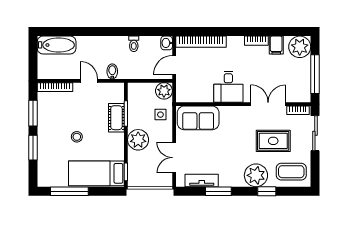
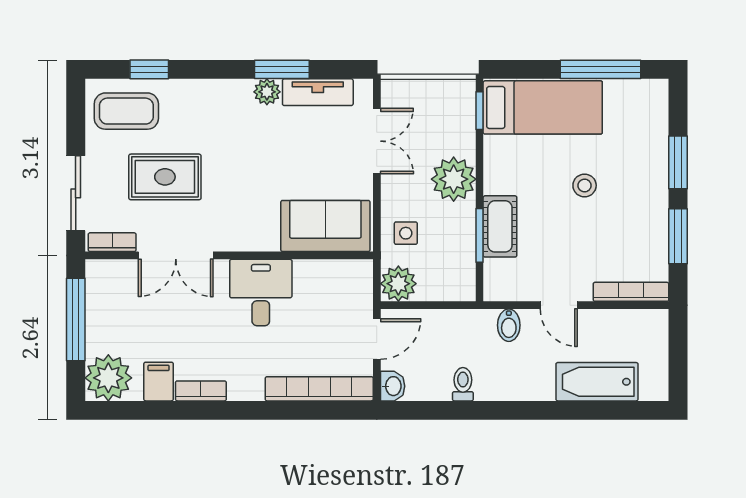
bathtub: (57, 45) -> (597, 382), moved
plant: (256, 175) -> (267, 92), moved, width x0.53, depth x0.53
window: (267, 191) -> (149, 69), moved

